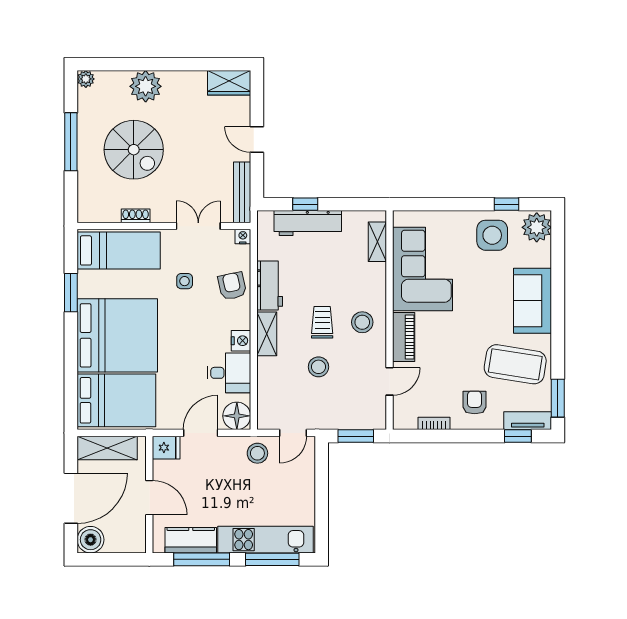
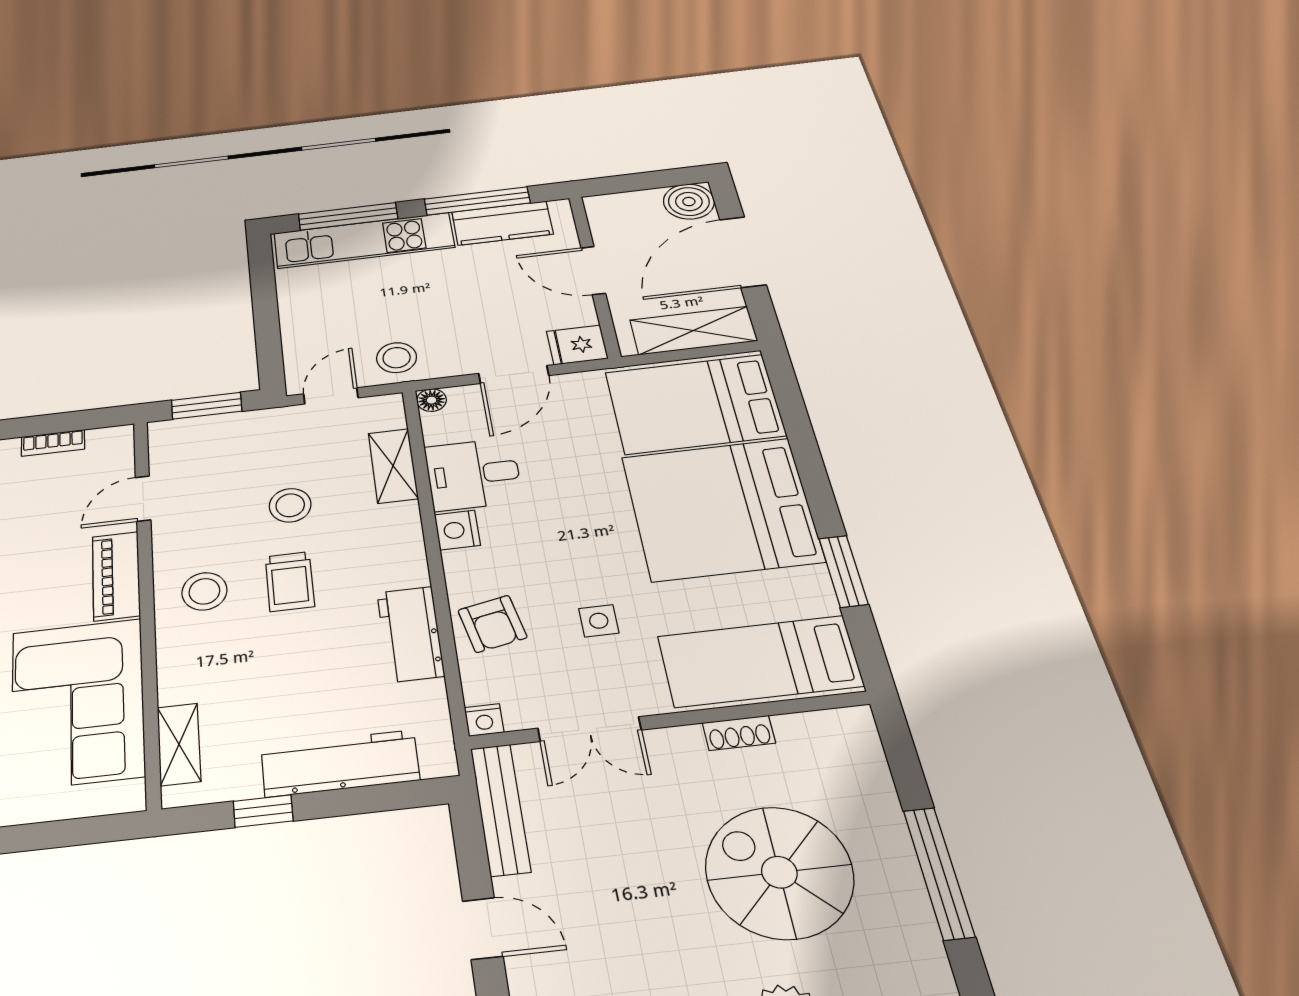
window: (305, 204) -> (263, 811), moved
shelving: (267, 334) -> (393, 466), moved
floor lamp: (237, 416) -> (432, 400), width x0.53, depth x0.53

